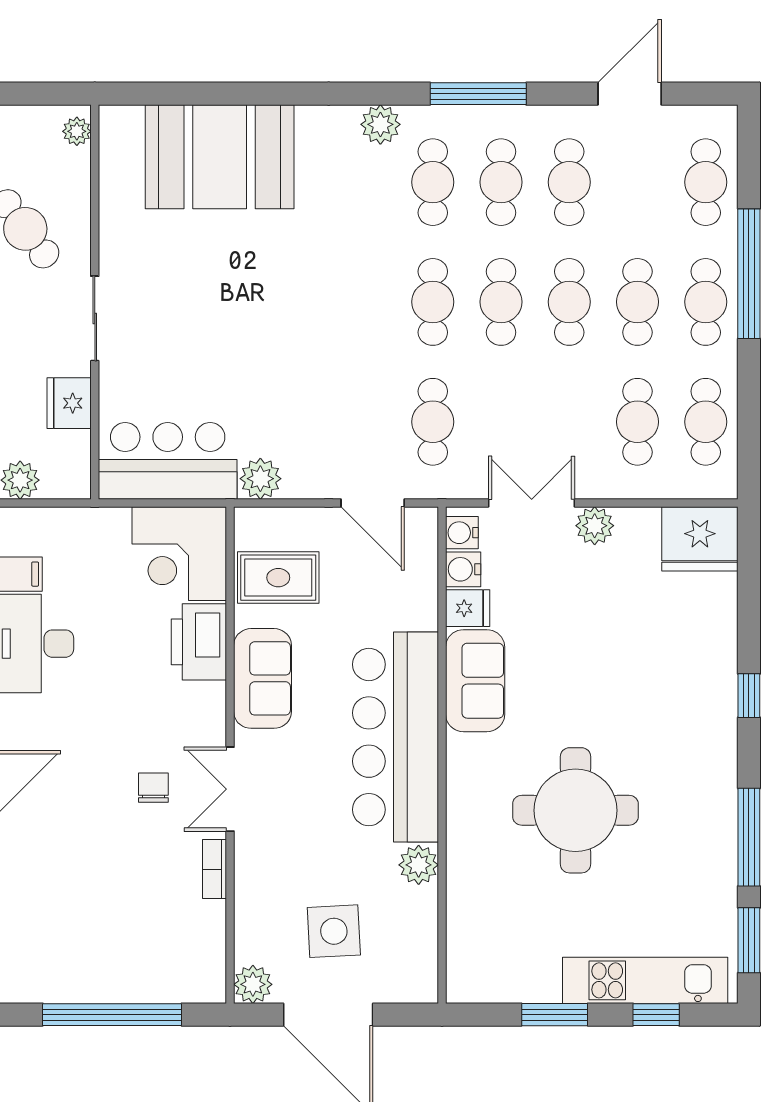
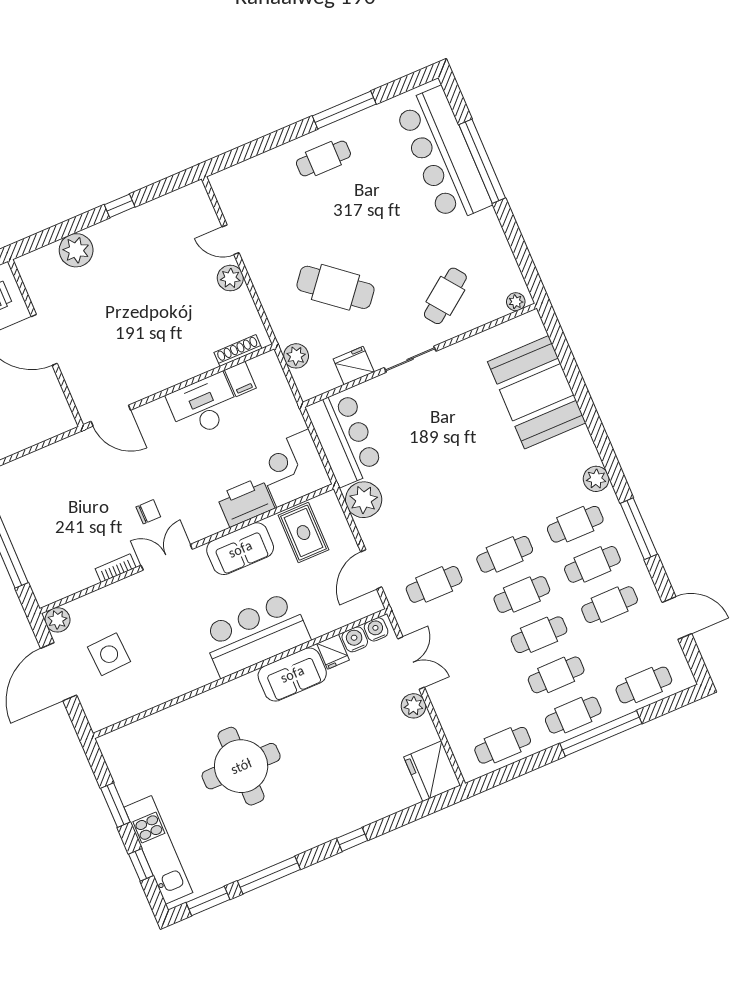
cafe table: (637, 422) -> (486, 705), removed
plant: (260, 479) -> (364, 500), width x1.36, depth x1.36
bar counter: (395, 737) -> (255, 635), width x0.73
plant: (419, 865) -> (169, 687), removed

